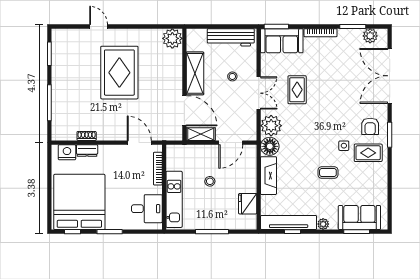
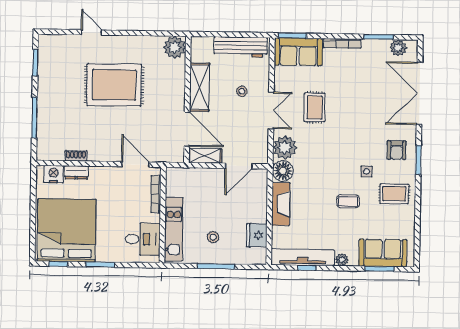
rug: (119, 73) -> (114, 85), turned 90
rug: (368, 153) -> (394, 194), moved
stool: (210, 181) -> (213, 237), moved

